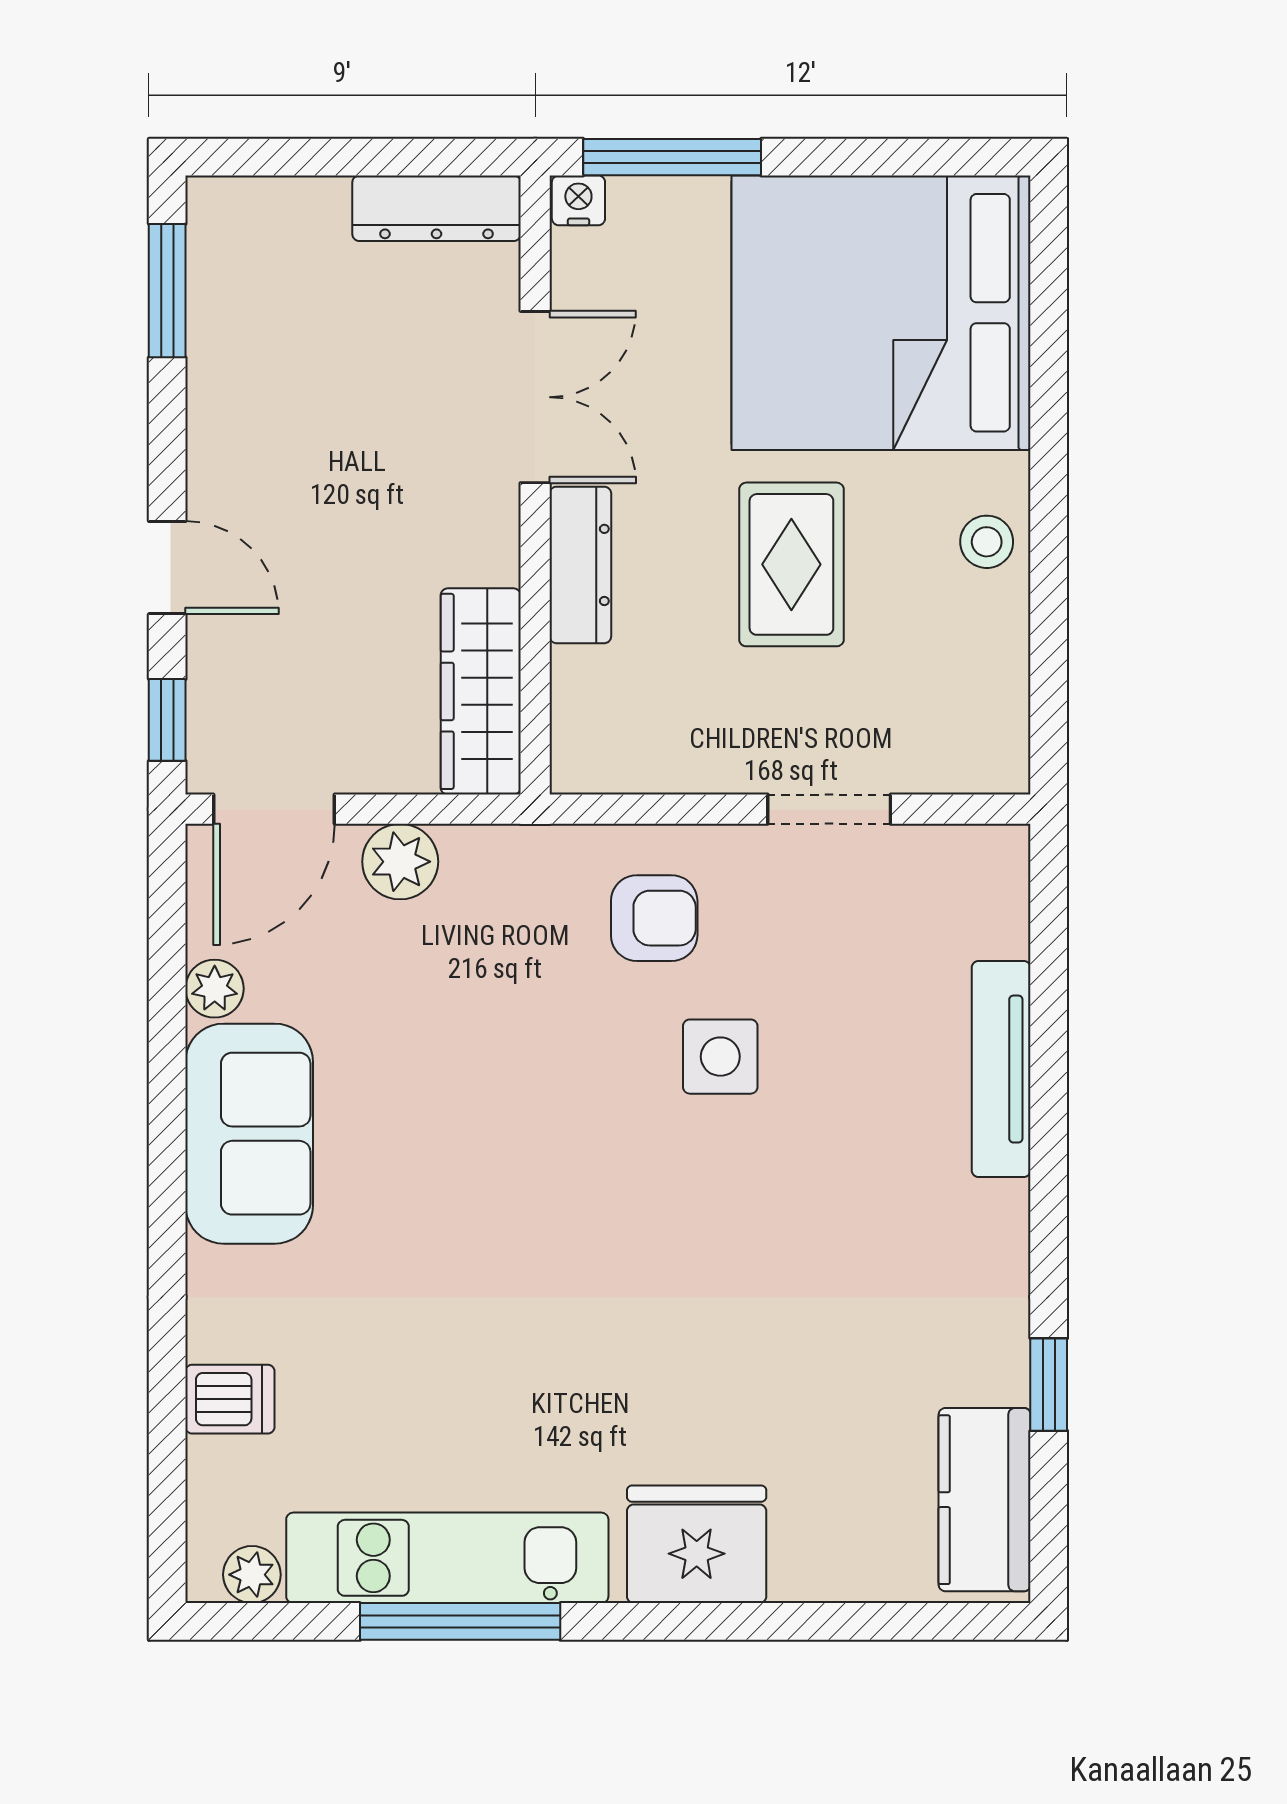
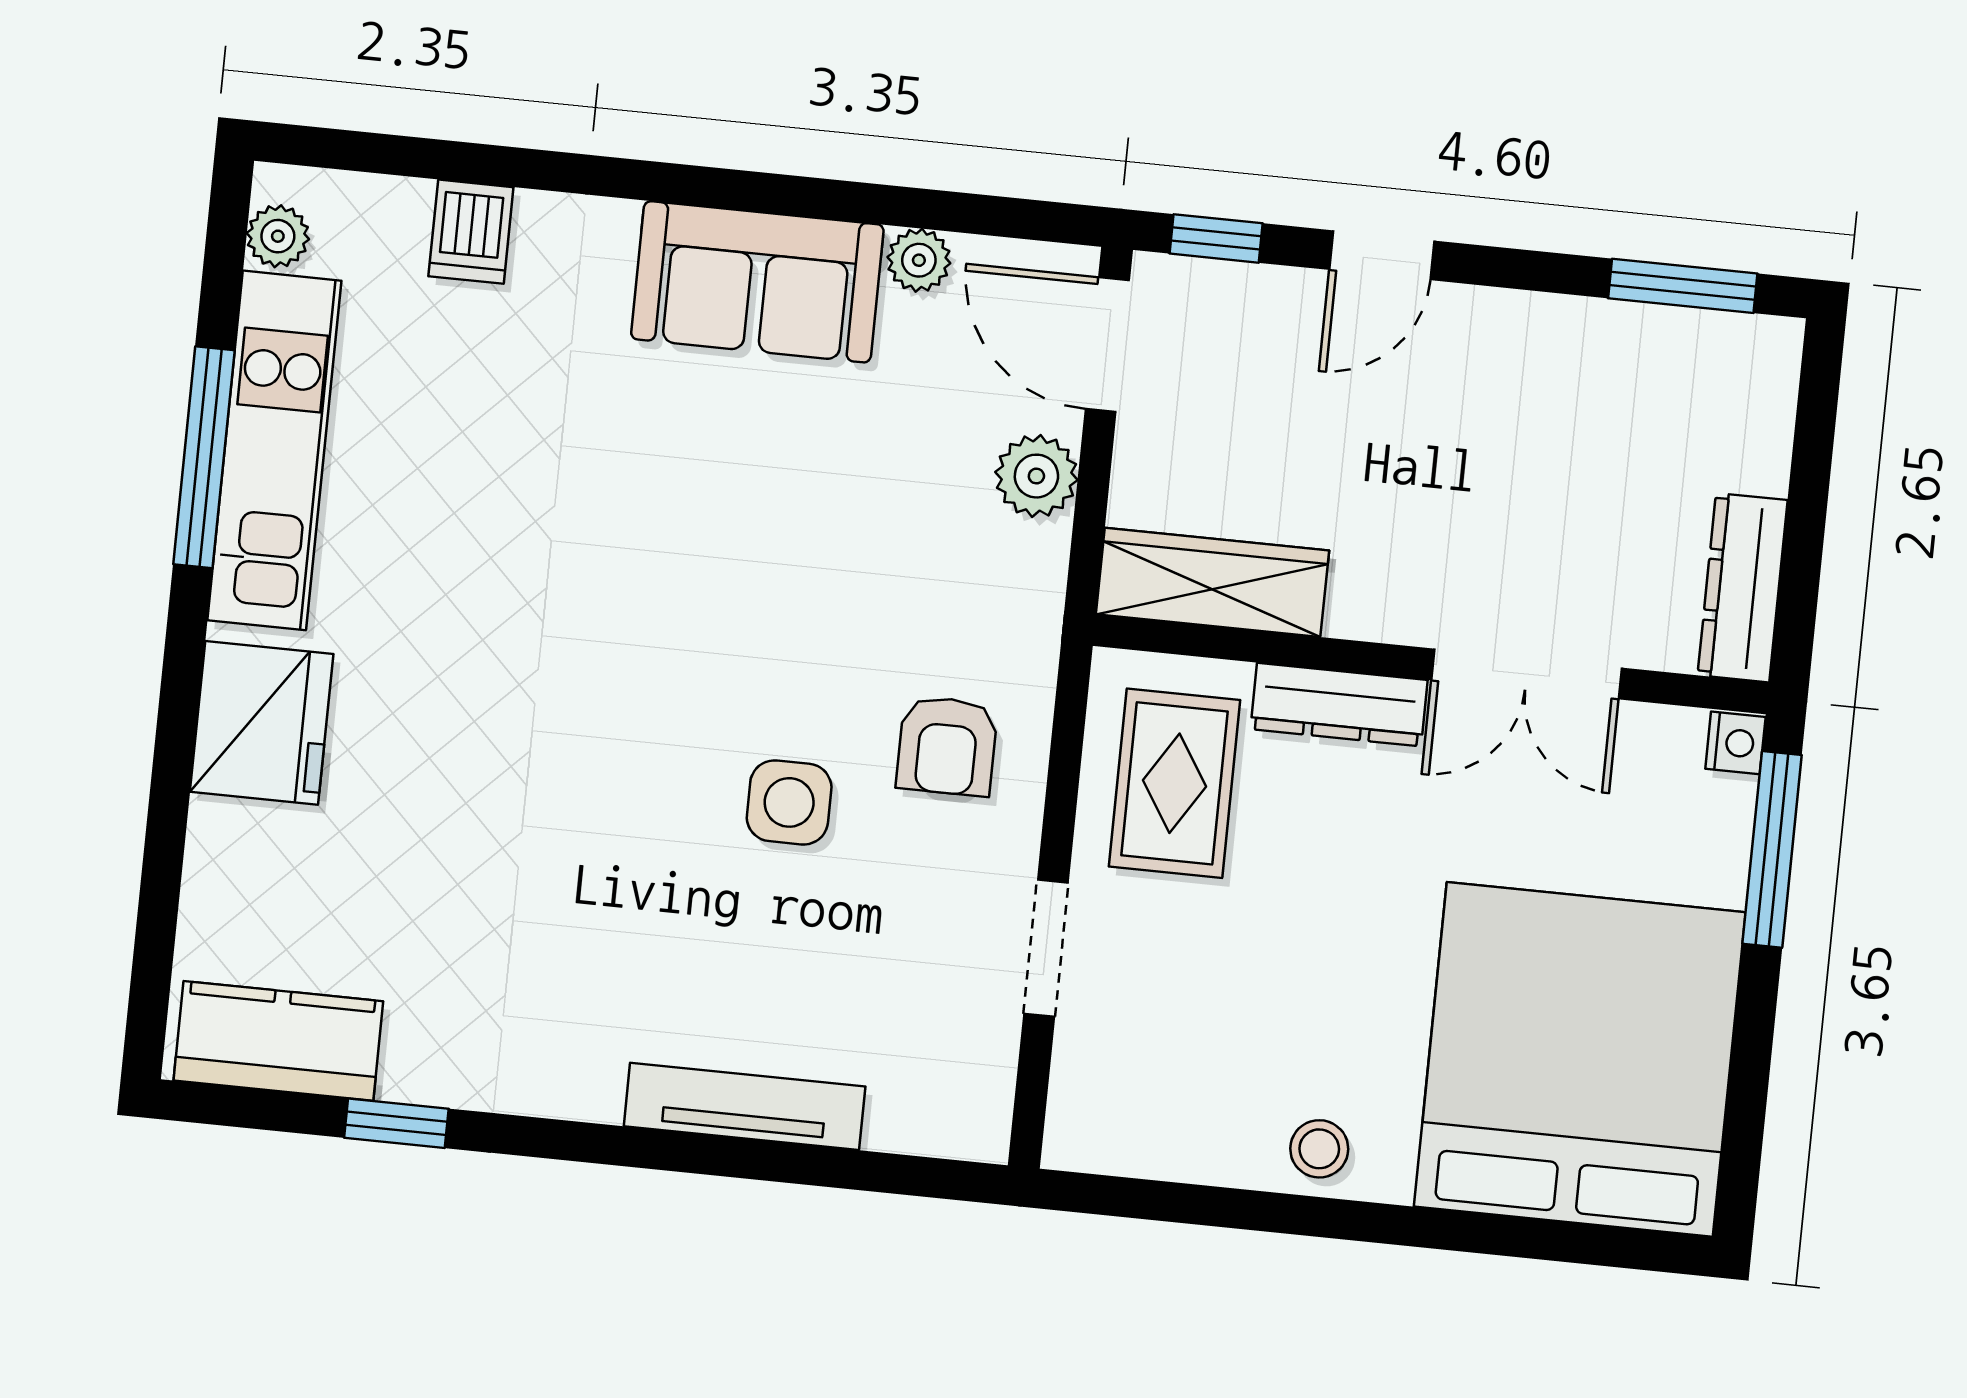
rug: (791, 564) -> (1174, 783), moved, turned 90

